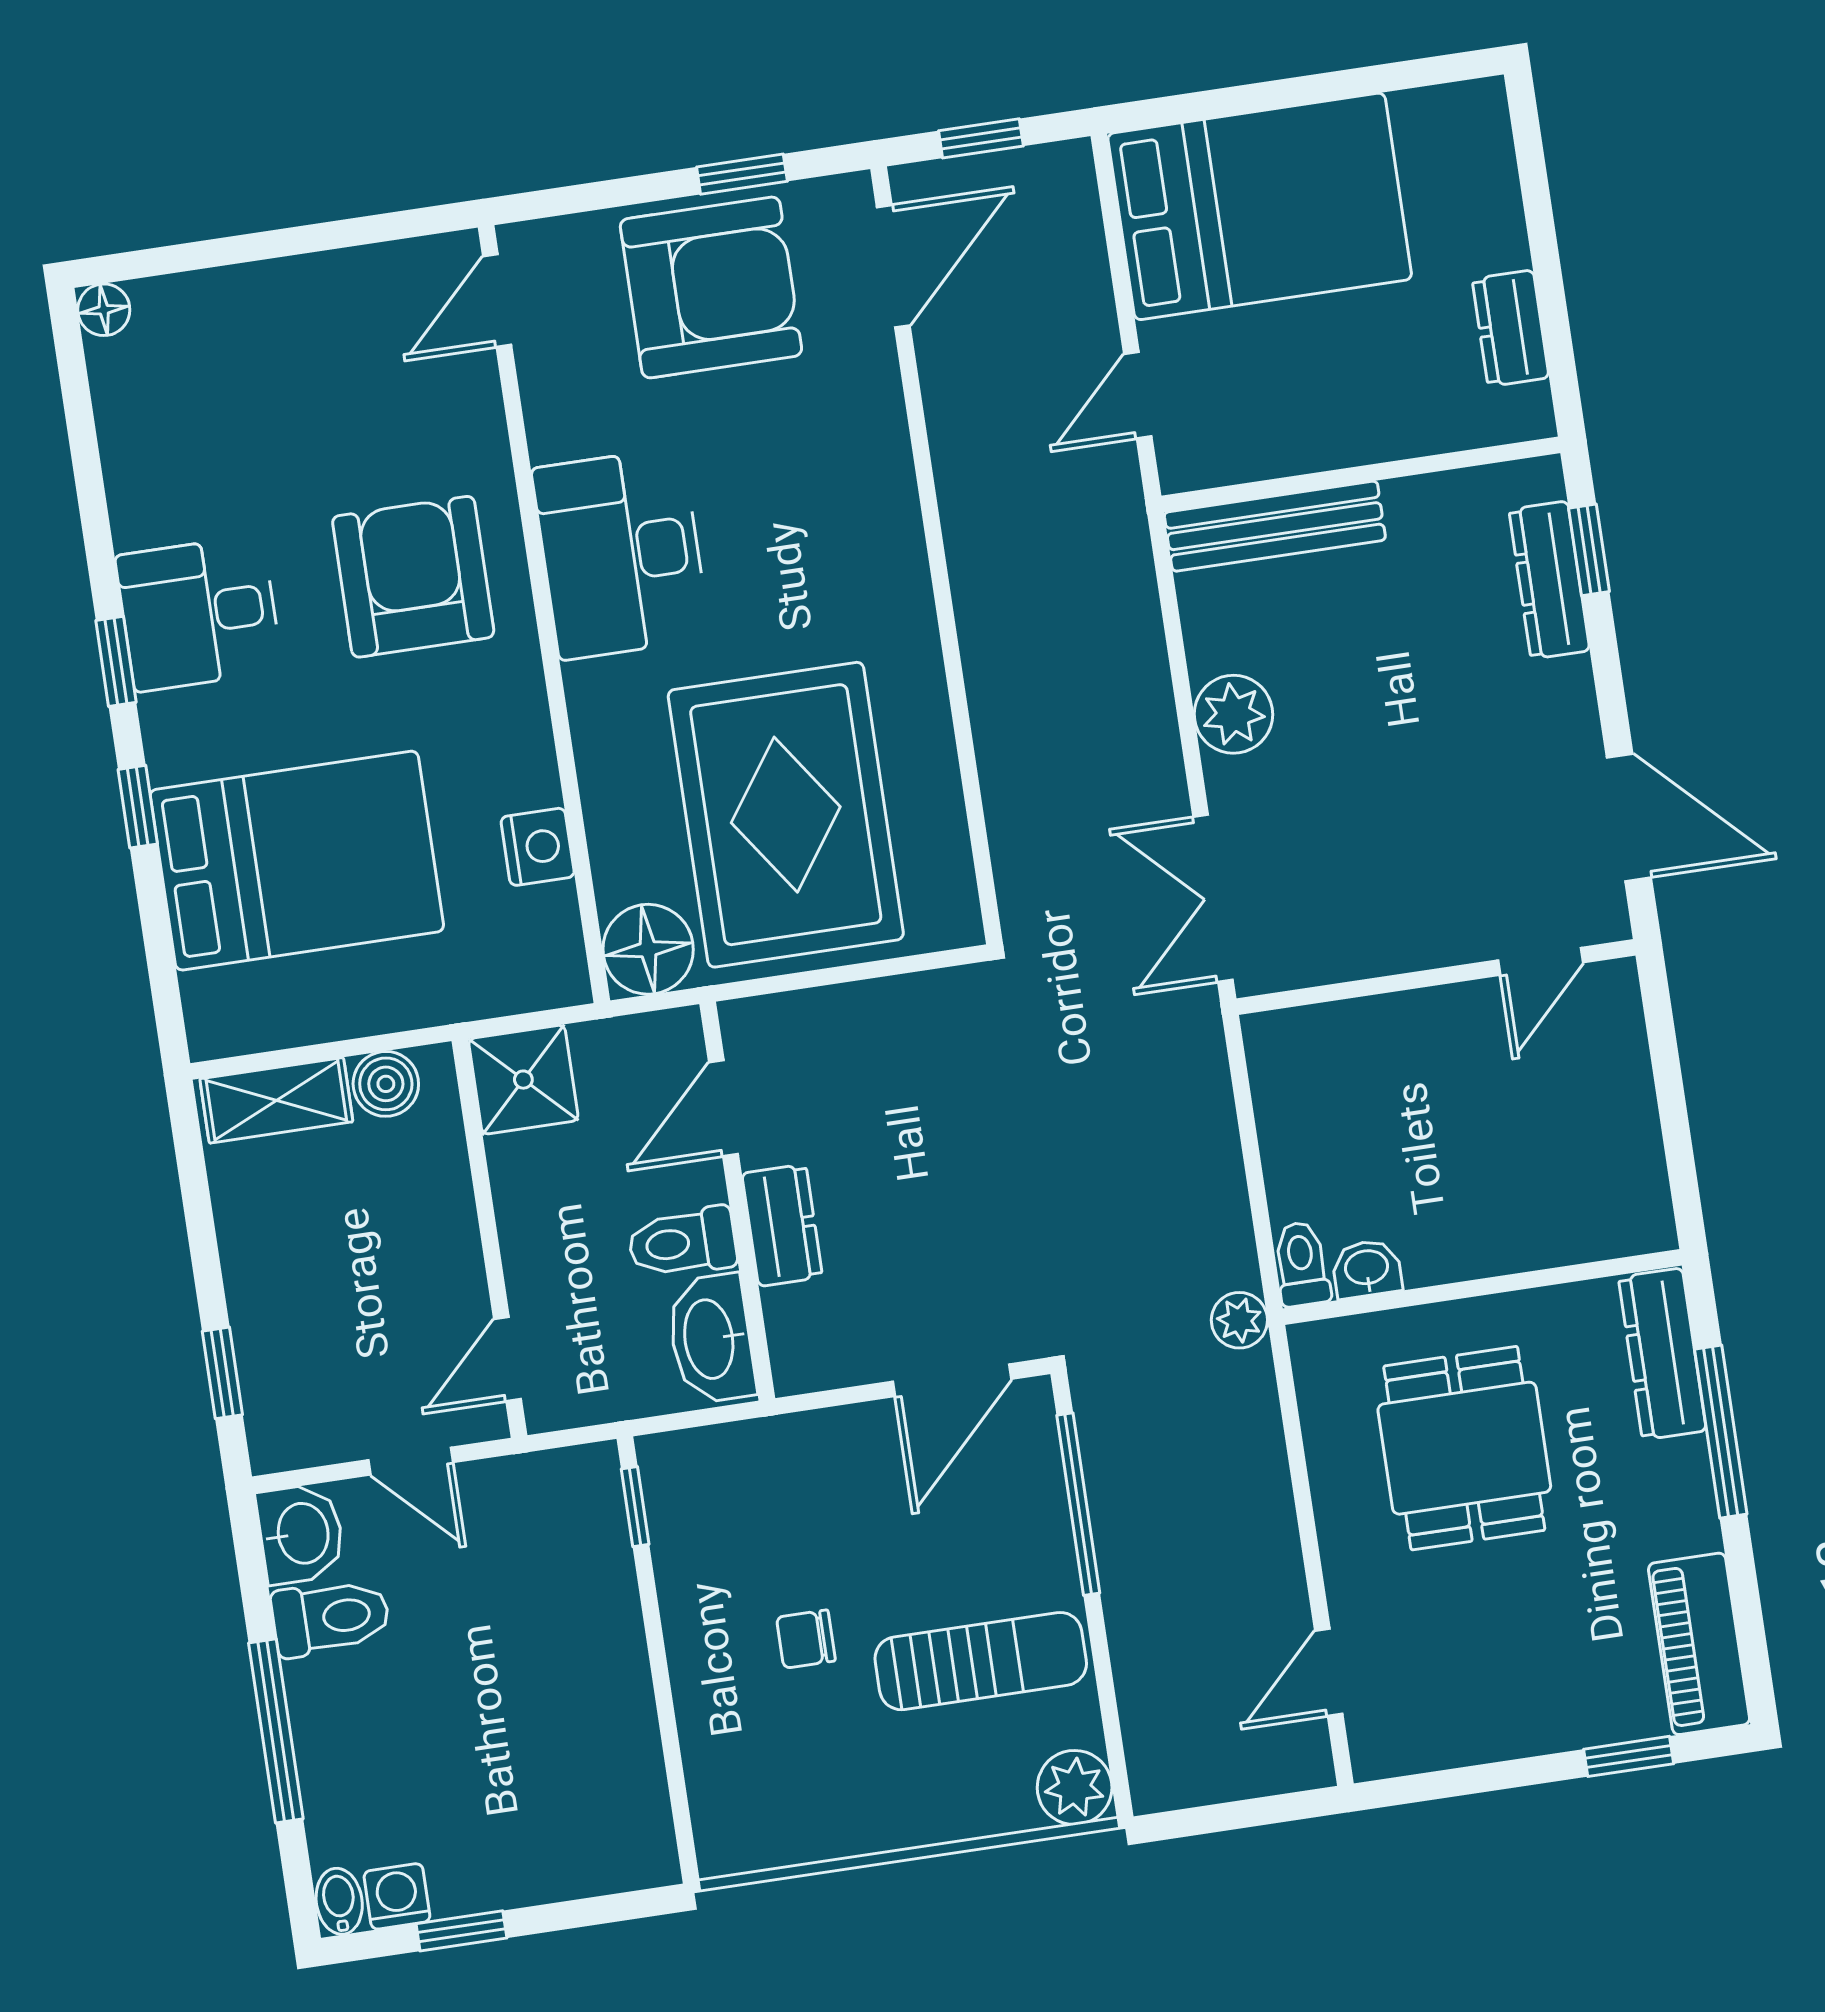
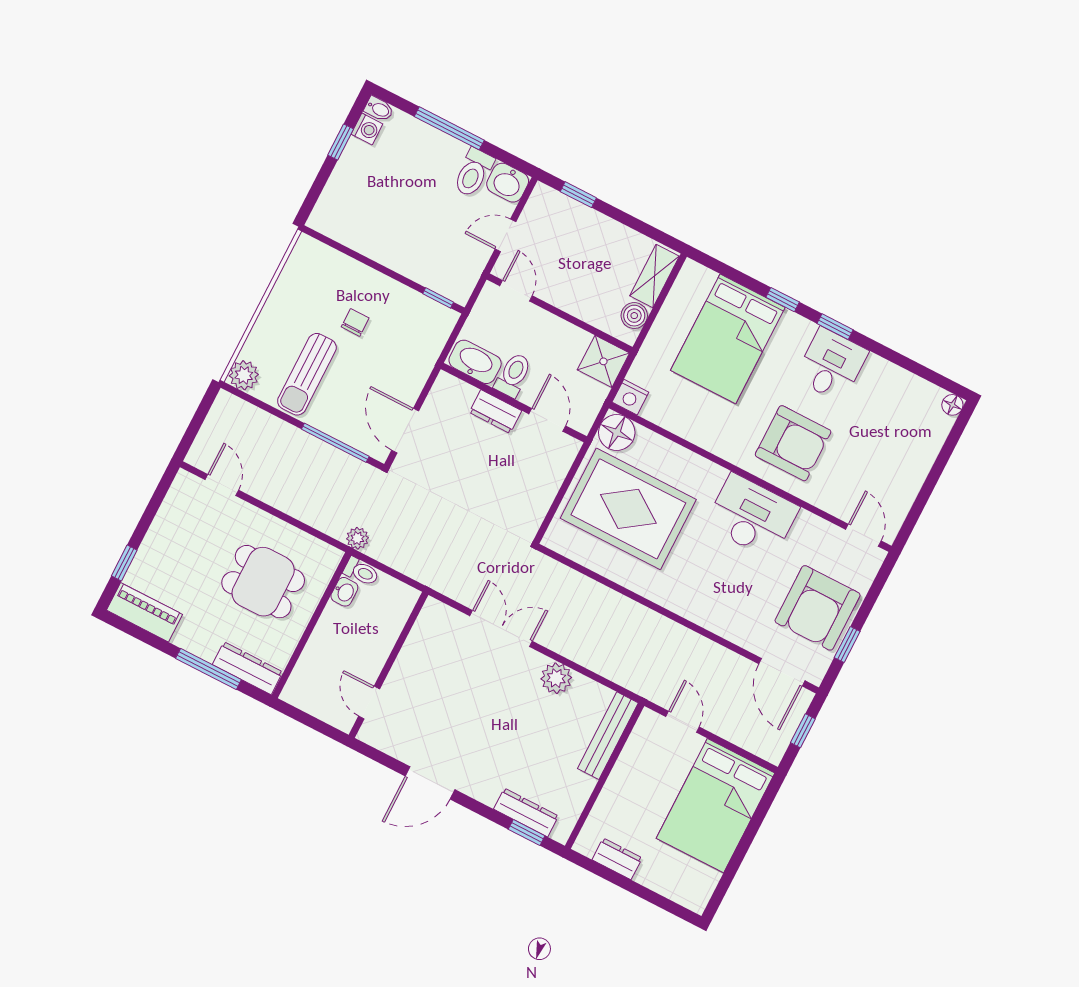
nightstand: (538, 847) -> (630, 397), moved
door: (1540, 961) -> (369, 702), moved
wall: (1436, 977) -> (388, 665), moved

